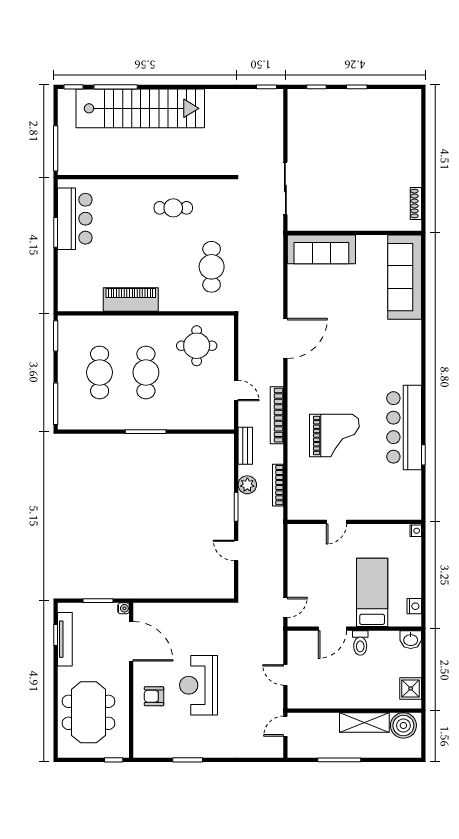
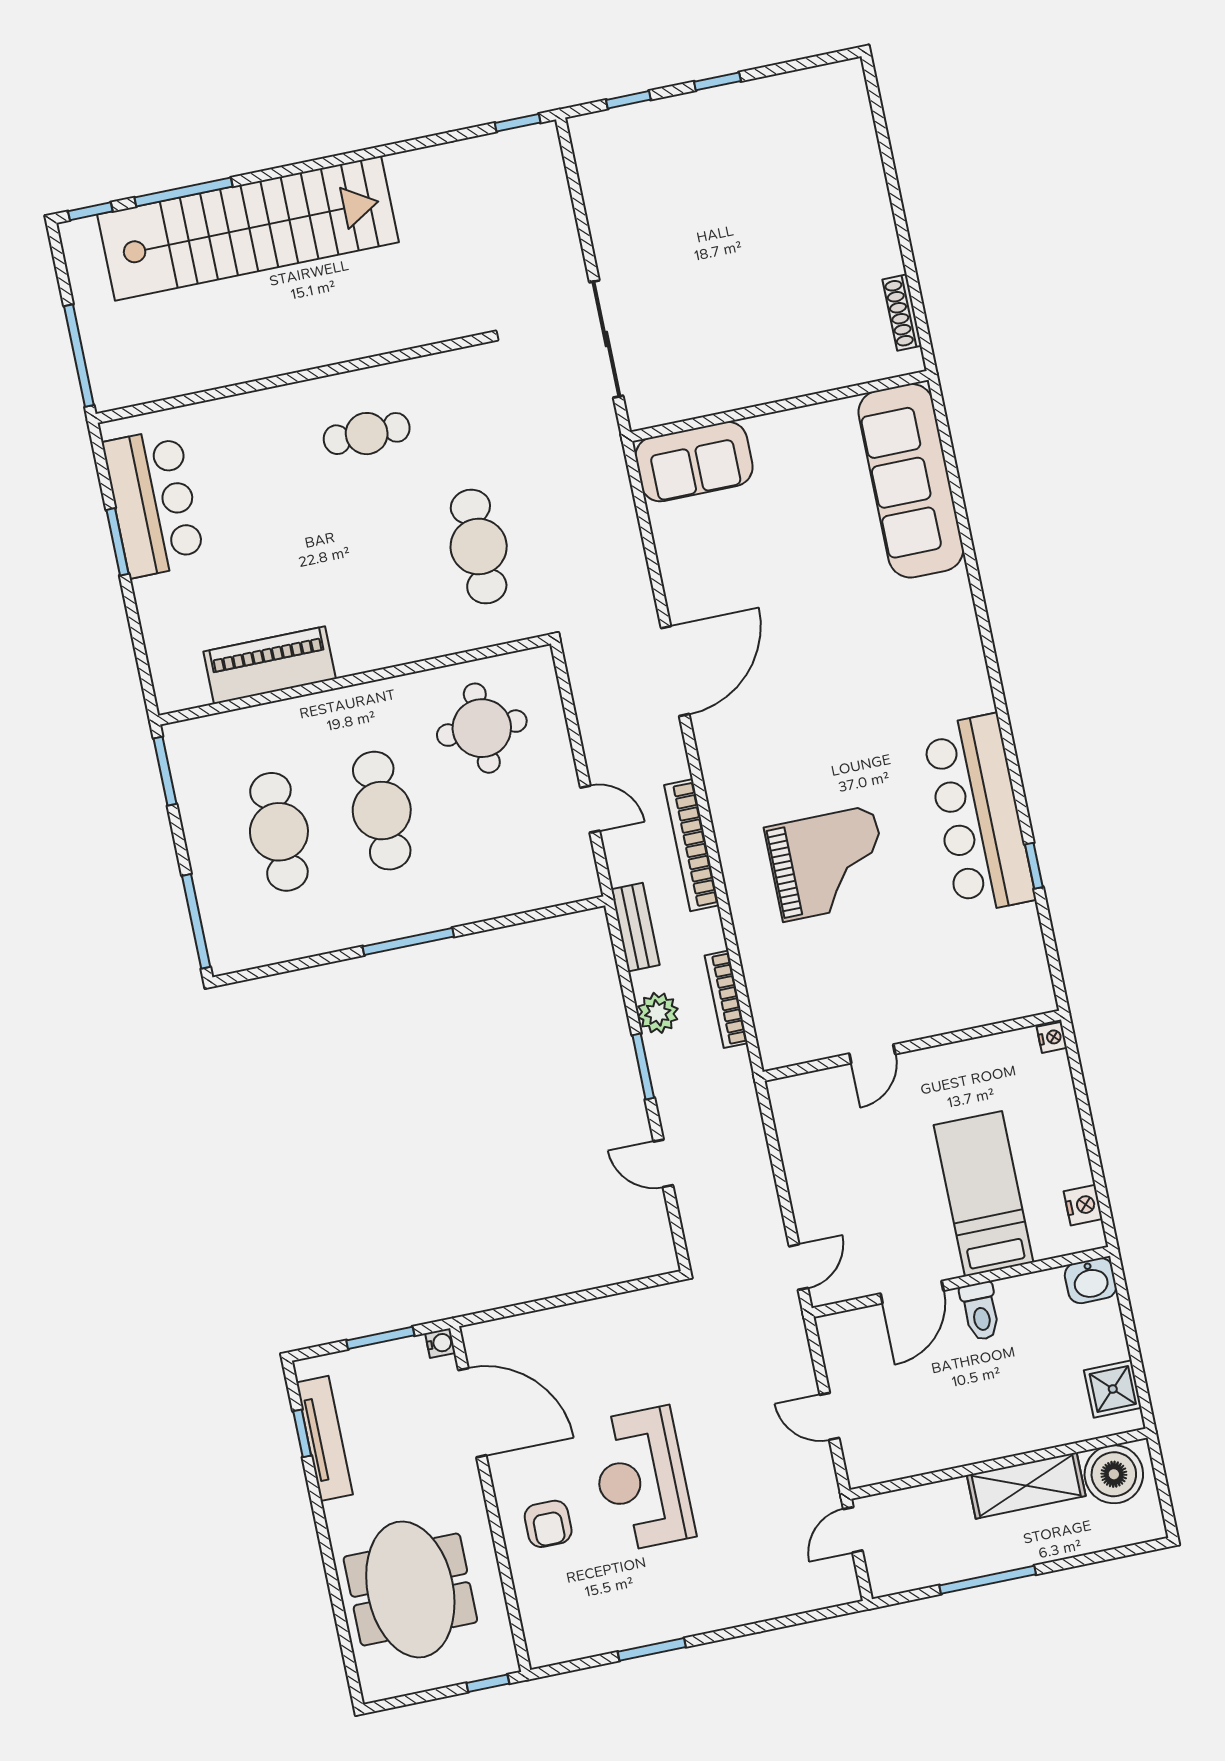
sofa: (321, 249) -> (694, 462), width x0.73
piano: (131, 299) -> (270, 665), moved
armchair: (154, 696) -> (548, 1524), turned -90

